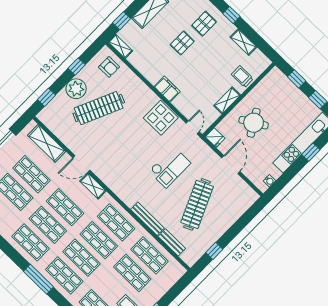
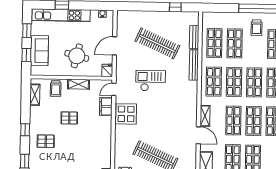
shelving: (243, 42) -> (35, 95), moved
pallet: (182, 43) -> (69, 118), moved
filing cabinet: (167, 89) -> (106, 106), moved
sofa: (289, 94) -> (39, 51), added
round table: (254, 123) -> (77, 56), turned 45
clothes rail: (197, 204) -> (157, 43), turned 48

